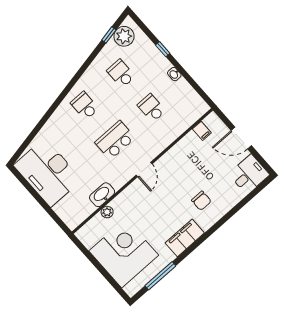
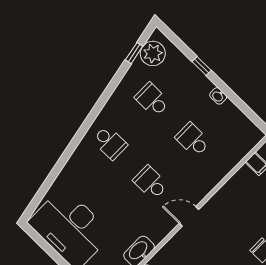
school desk: (85, 106) -> (110, 143), turned 180
school desk: (115, 140) -> (151, 183), width x0.54
door: (144, 169) -> (189, 216), swing flipped

